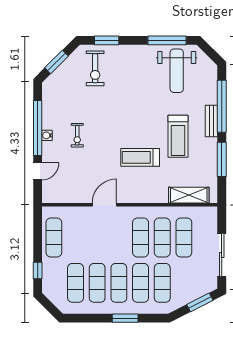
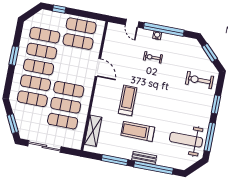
window: (107, 40) -> (216, 104), moved
exercise mat: (76, 238) -> (78, 42), added
window: (125, 318) -> (14, 56), moved

